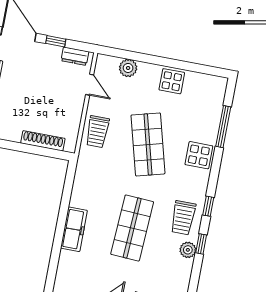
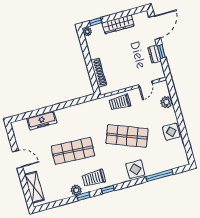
dresser: (75, 56) -> (154, 54), moved
shop shelf: (148, 144) -> (127, 136), turned 36
freezer: (74, 229) -> (42, 121), moved

